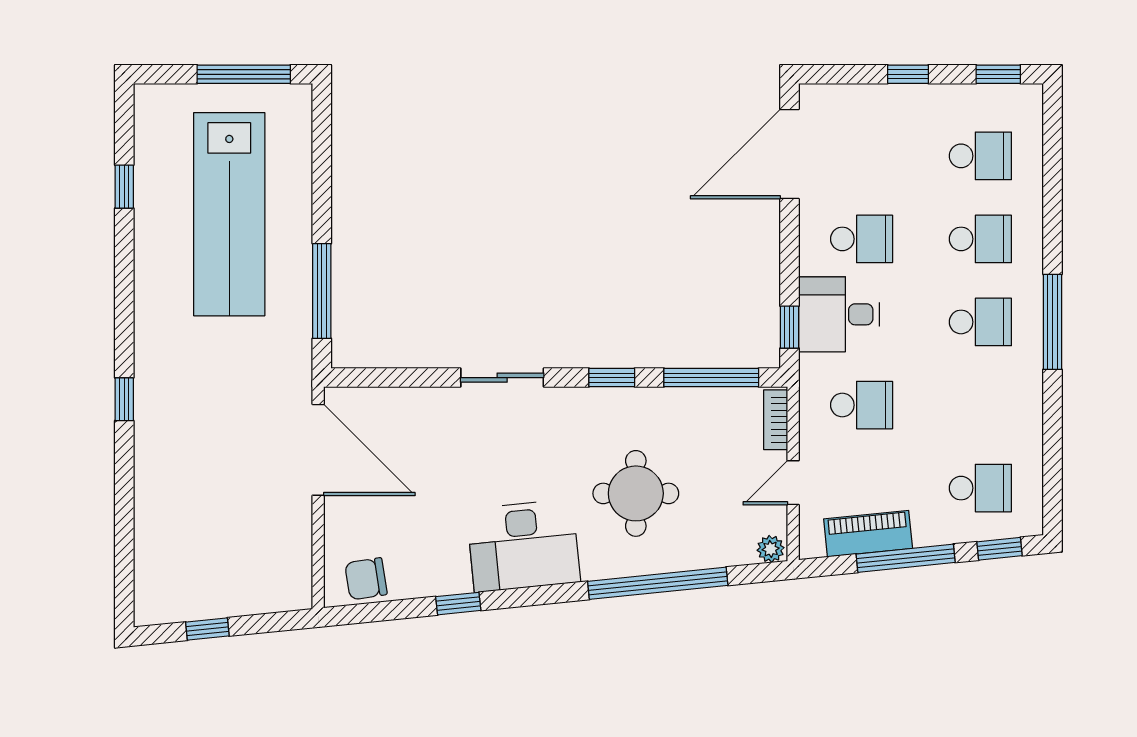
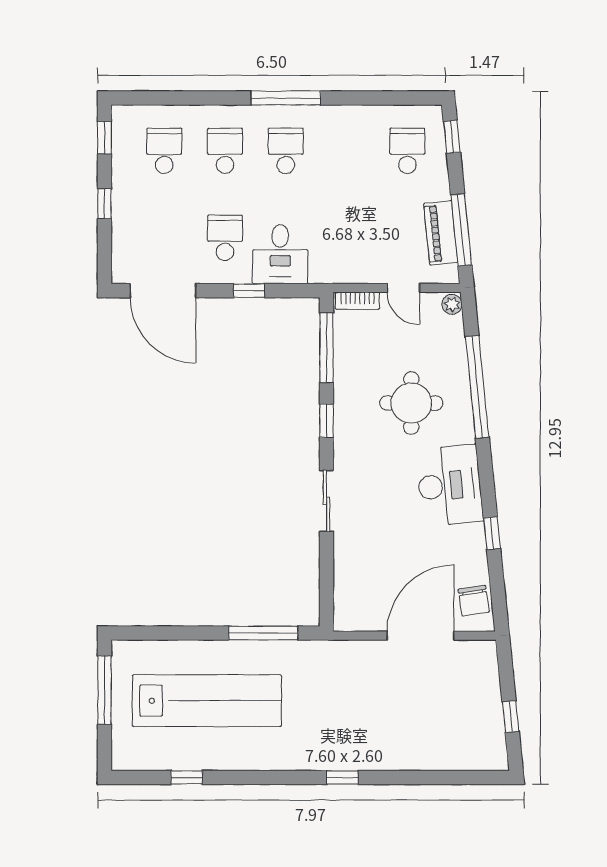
window: (789, 327) -> (249, 291), moved
school desk: (862, 405) -> (347, 238), removed
door: (318, 450) -> (421, 636), moved
window: (906, 558) -> (461, 230), moved

